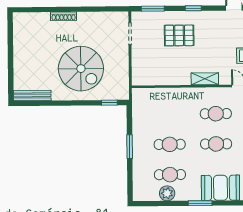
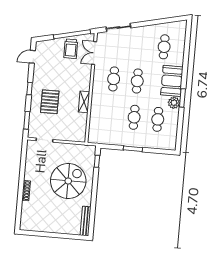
shelving: (205, 79) -> (84, 102), moved
plant: (167, 193) -> (174, 103), moved

